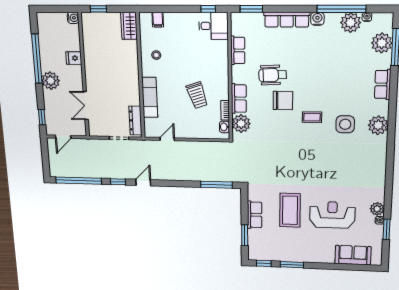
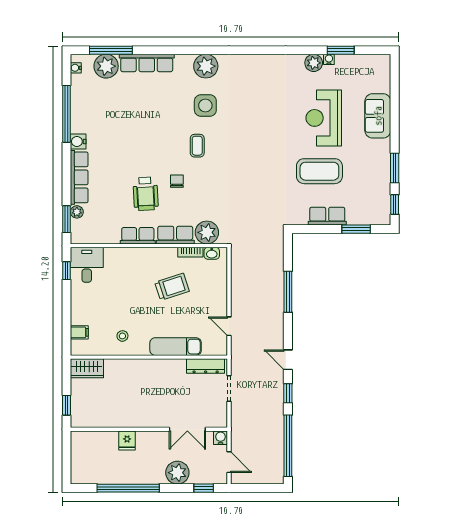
water cooler: (367, 17) -> (76, 68), moved
water cooler: (73, 18) -> (221, 438), moved
plant: (351, 23) -> (77, 212), moved, width x0.53, depth x0.53
row of seats: (238, 50) -> (138, 236), moved
plant: (51, 81) -> (177, 473), moved
row of seats: (383, 84) -> (147, 63), width x1.48
chair: (283, 100) -> (177, 181), width x0.54, depth x0.54
window: (216, 185) -> (288, 292), moved
sofa: (353, 255) -> (378, 116), moved

